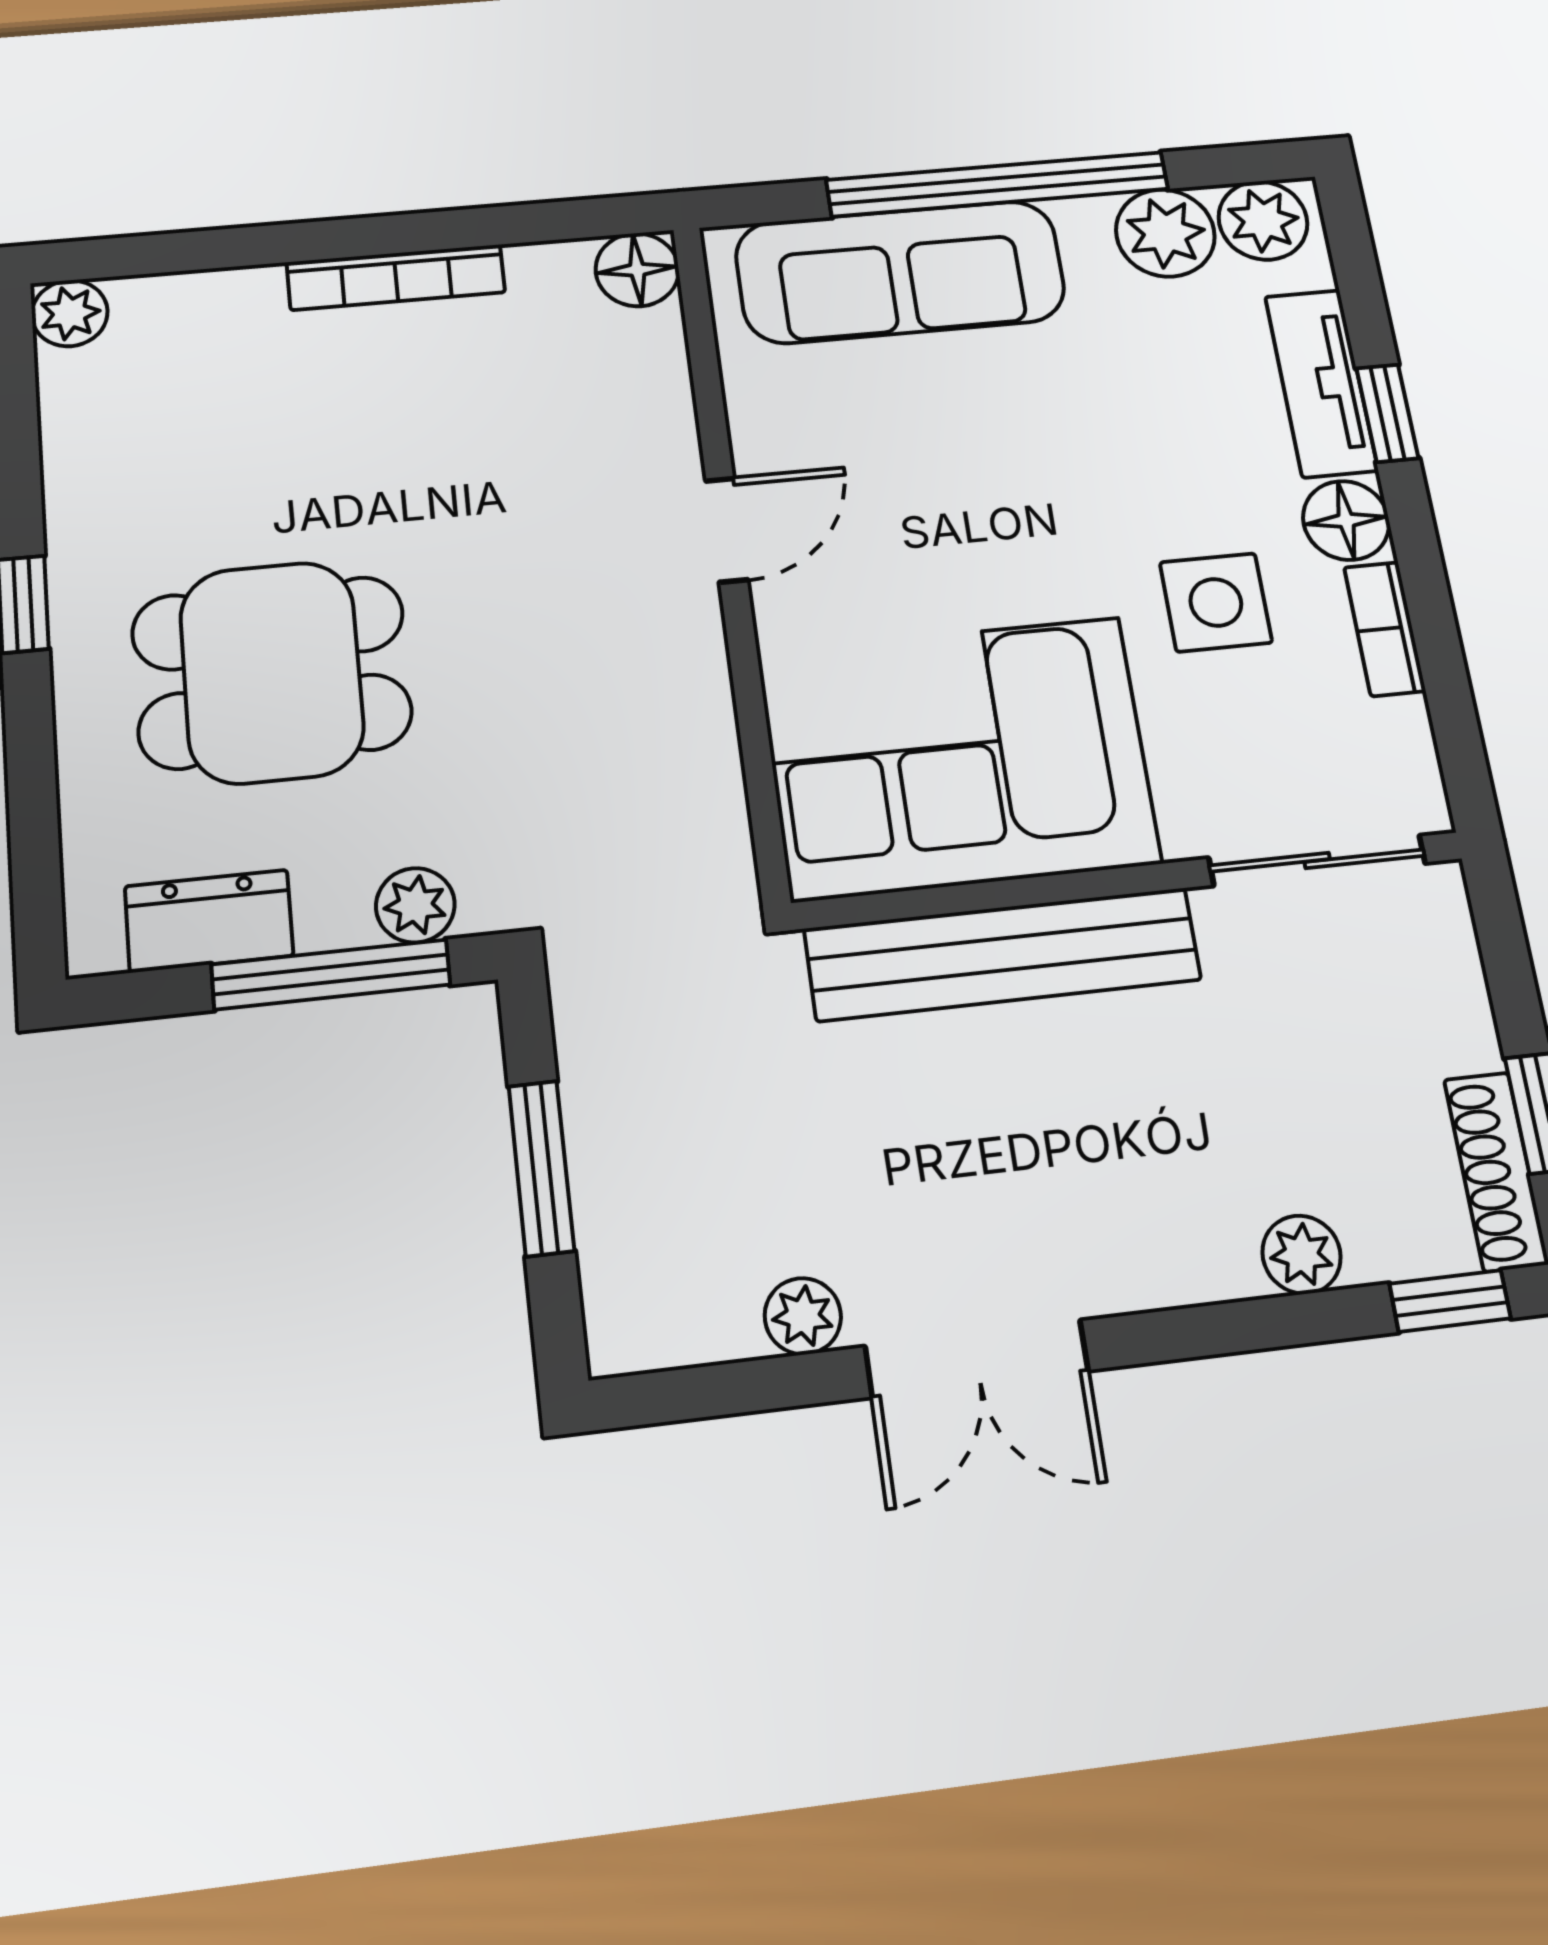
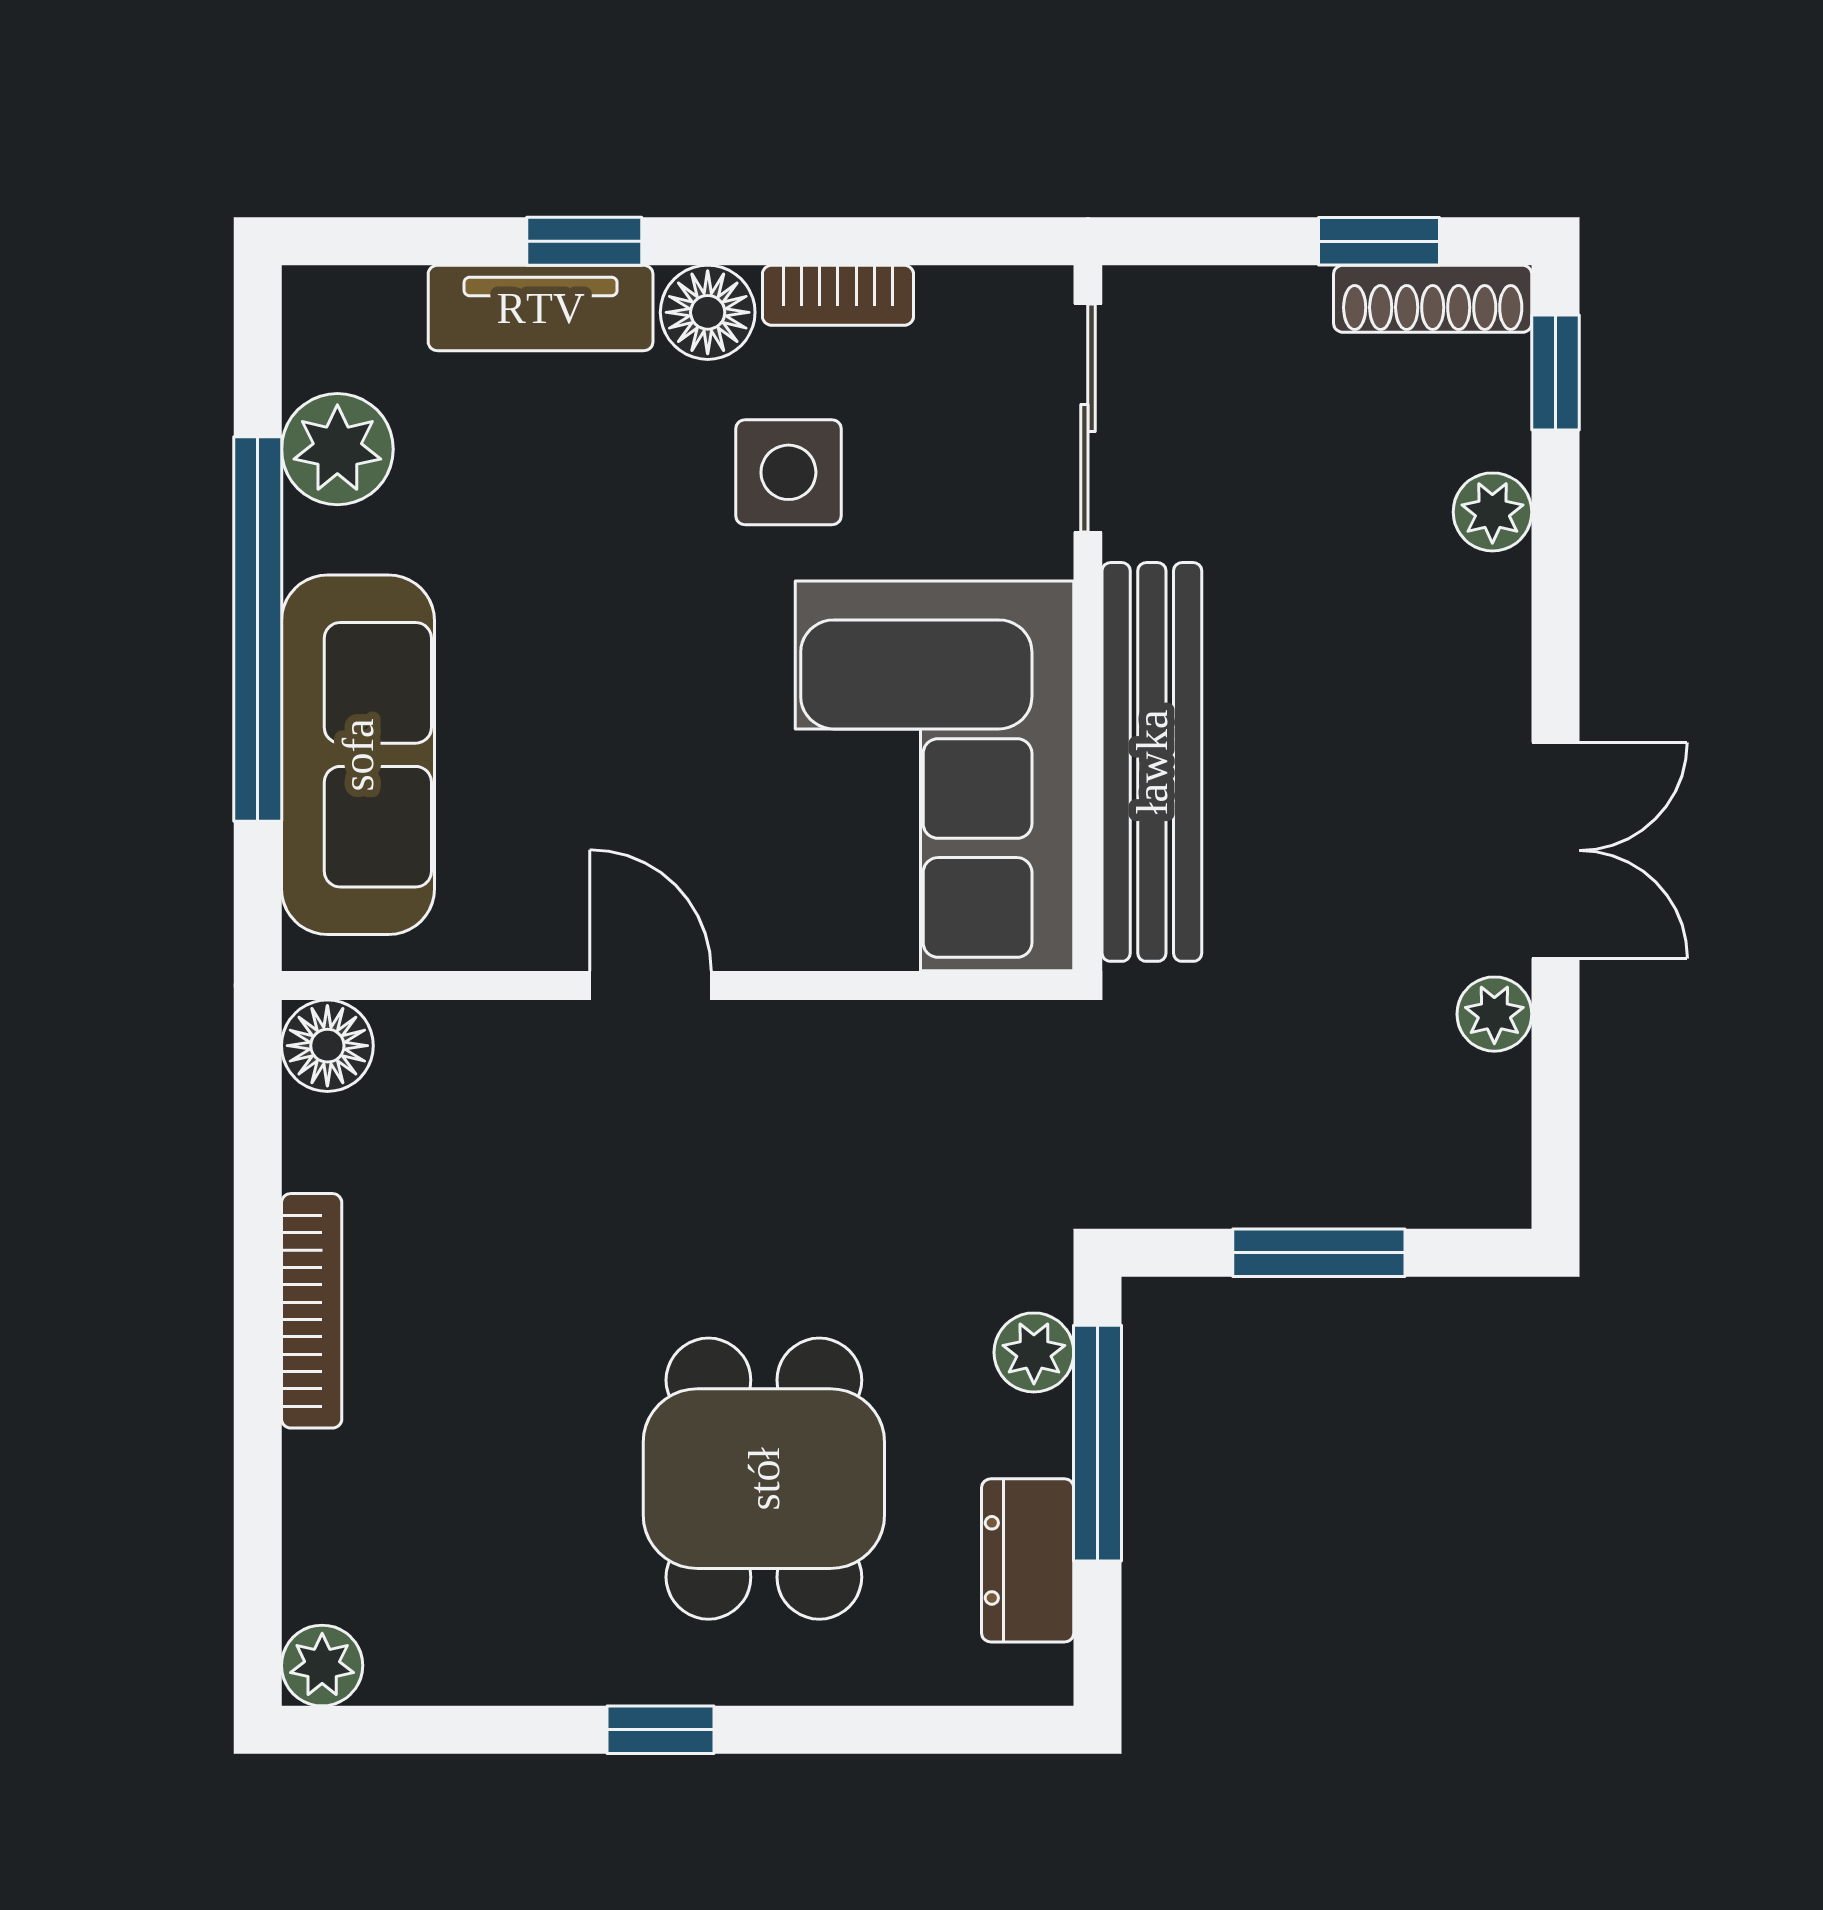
plant: (1263, 221) -> (332, 335), removed

